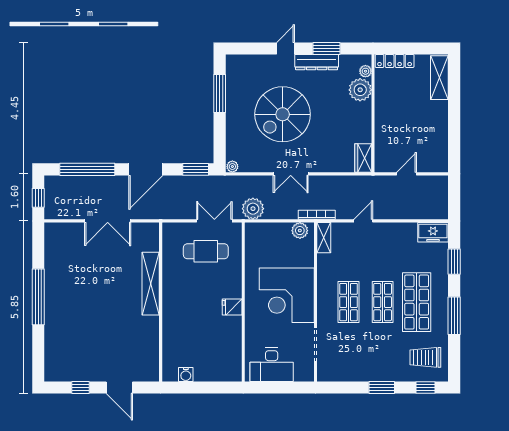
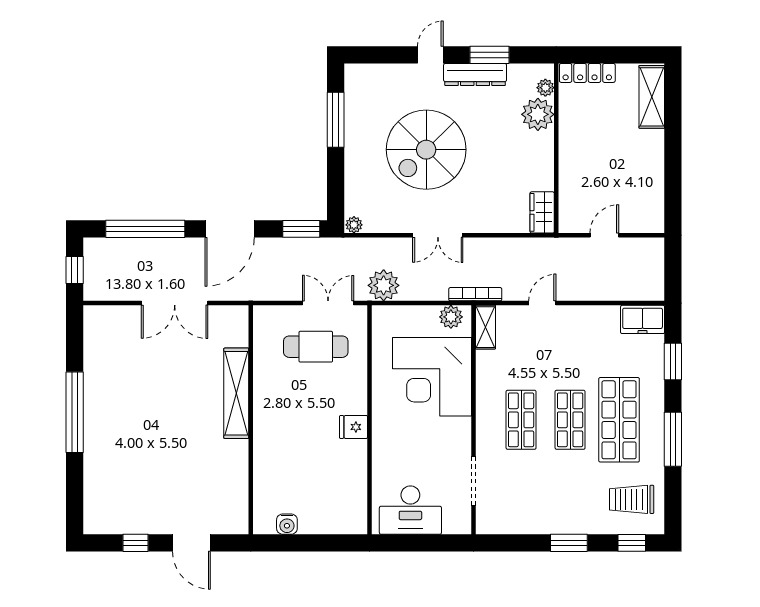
corner desk: (287, 295) -> (432, 377), moved

